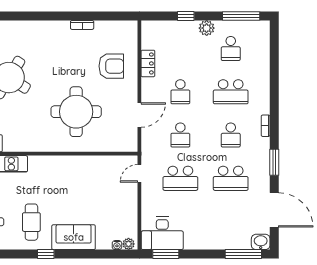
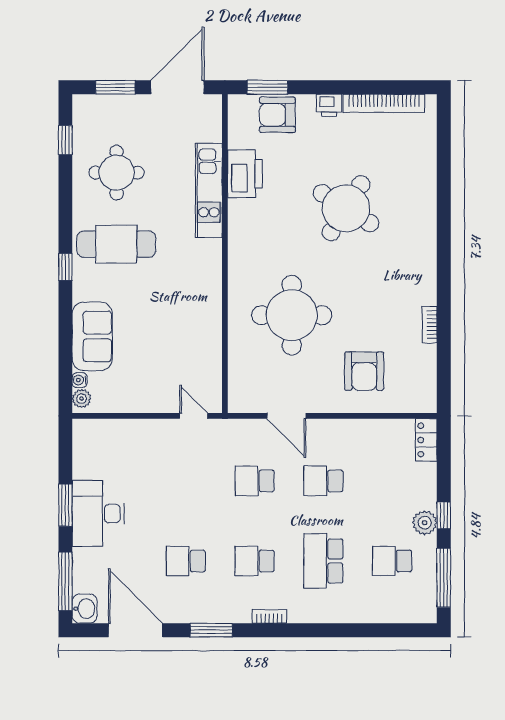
window: (186, 16) -> (444, 515), moved
locker: (148, 63) -> (426, 440), moved, turned 90
school desk: (180, 178) -> (186, 481), removed
school desk: (231, 178) -> (186, 561), width x0.54
door: (274, 210) -> (136, 630), swing flipped
cafe table: (31, 222) -> (116, 244), width x1.37, depth x1.35
desk: (162, 233) -> (98, 514), moved
sofa: (74, 237) -> (92, 336), moved
window: (166, 254) -> (65, 505), moved

